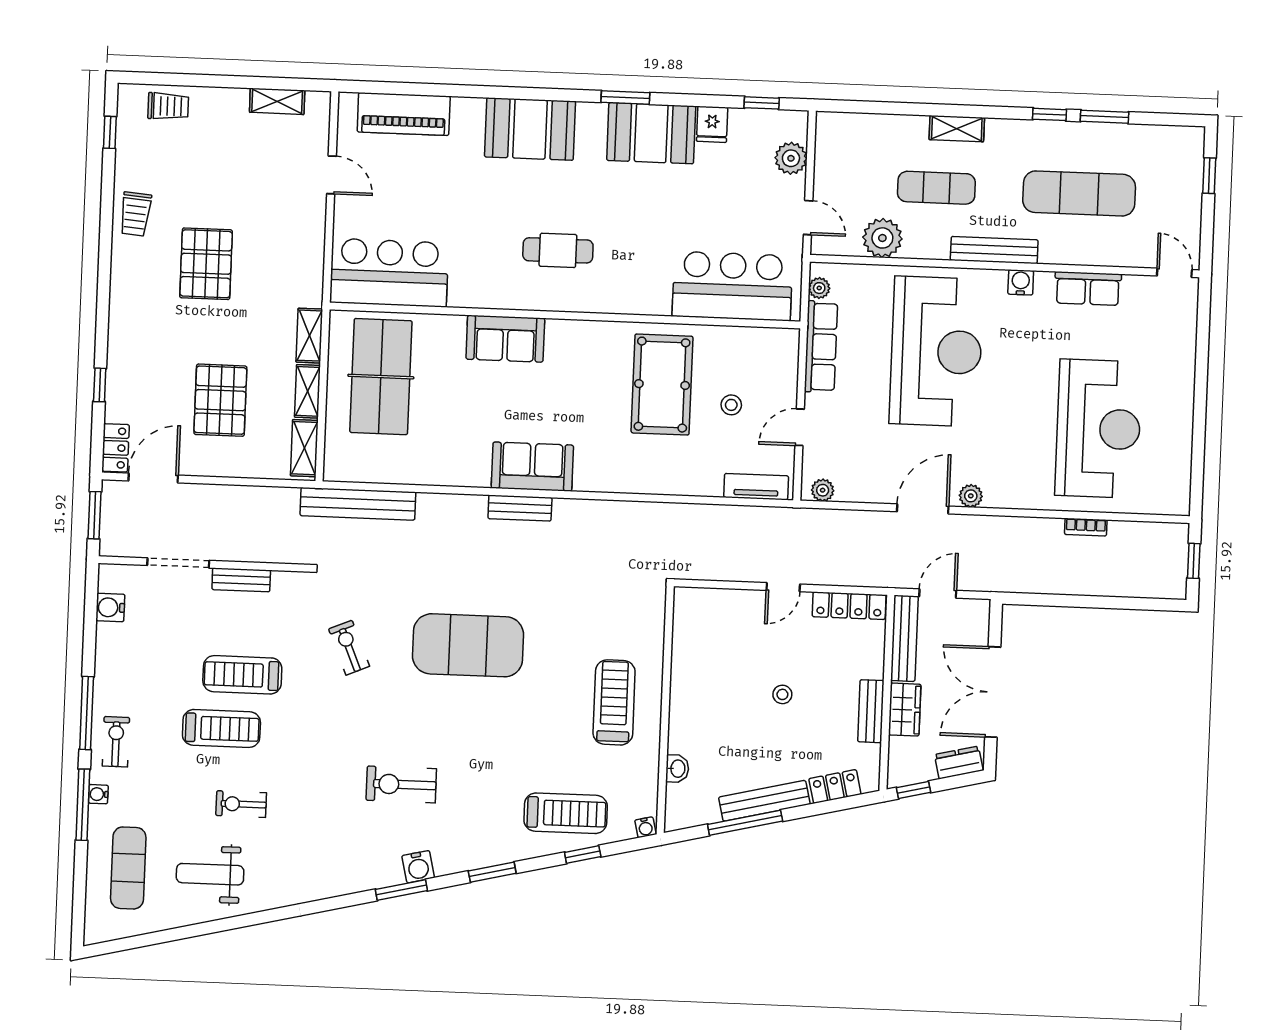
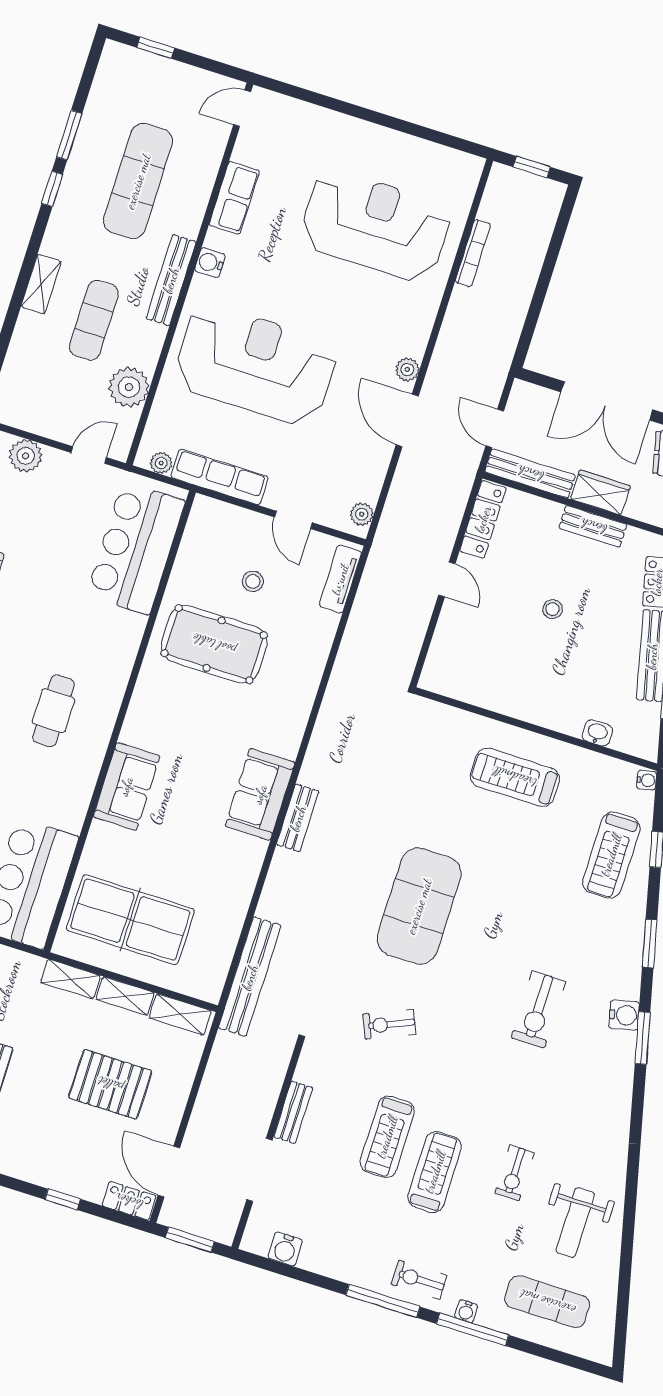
bookcase: (1086, 527) -> (473, 253), width x1.56
treadmill: (566, 813) -> (611, 855), turned 180

